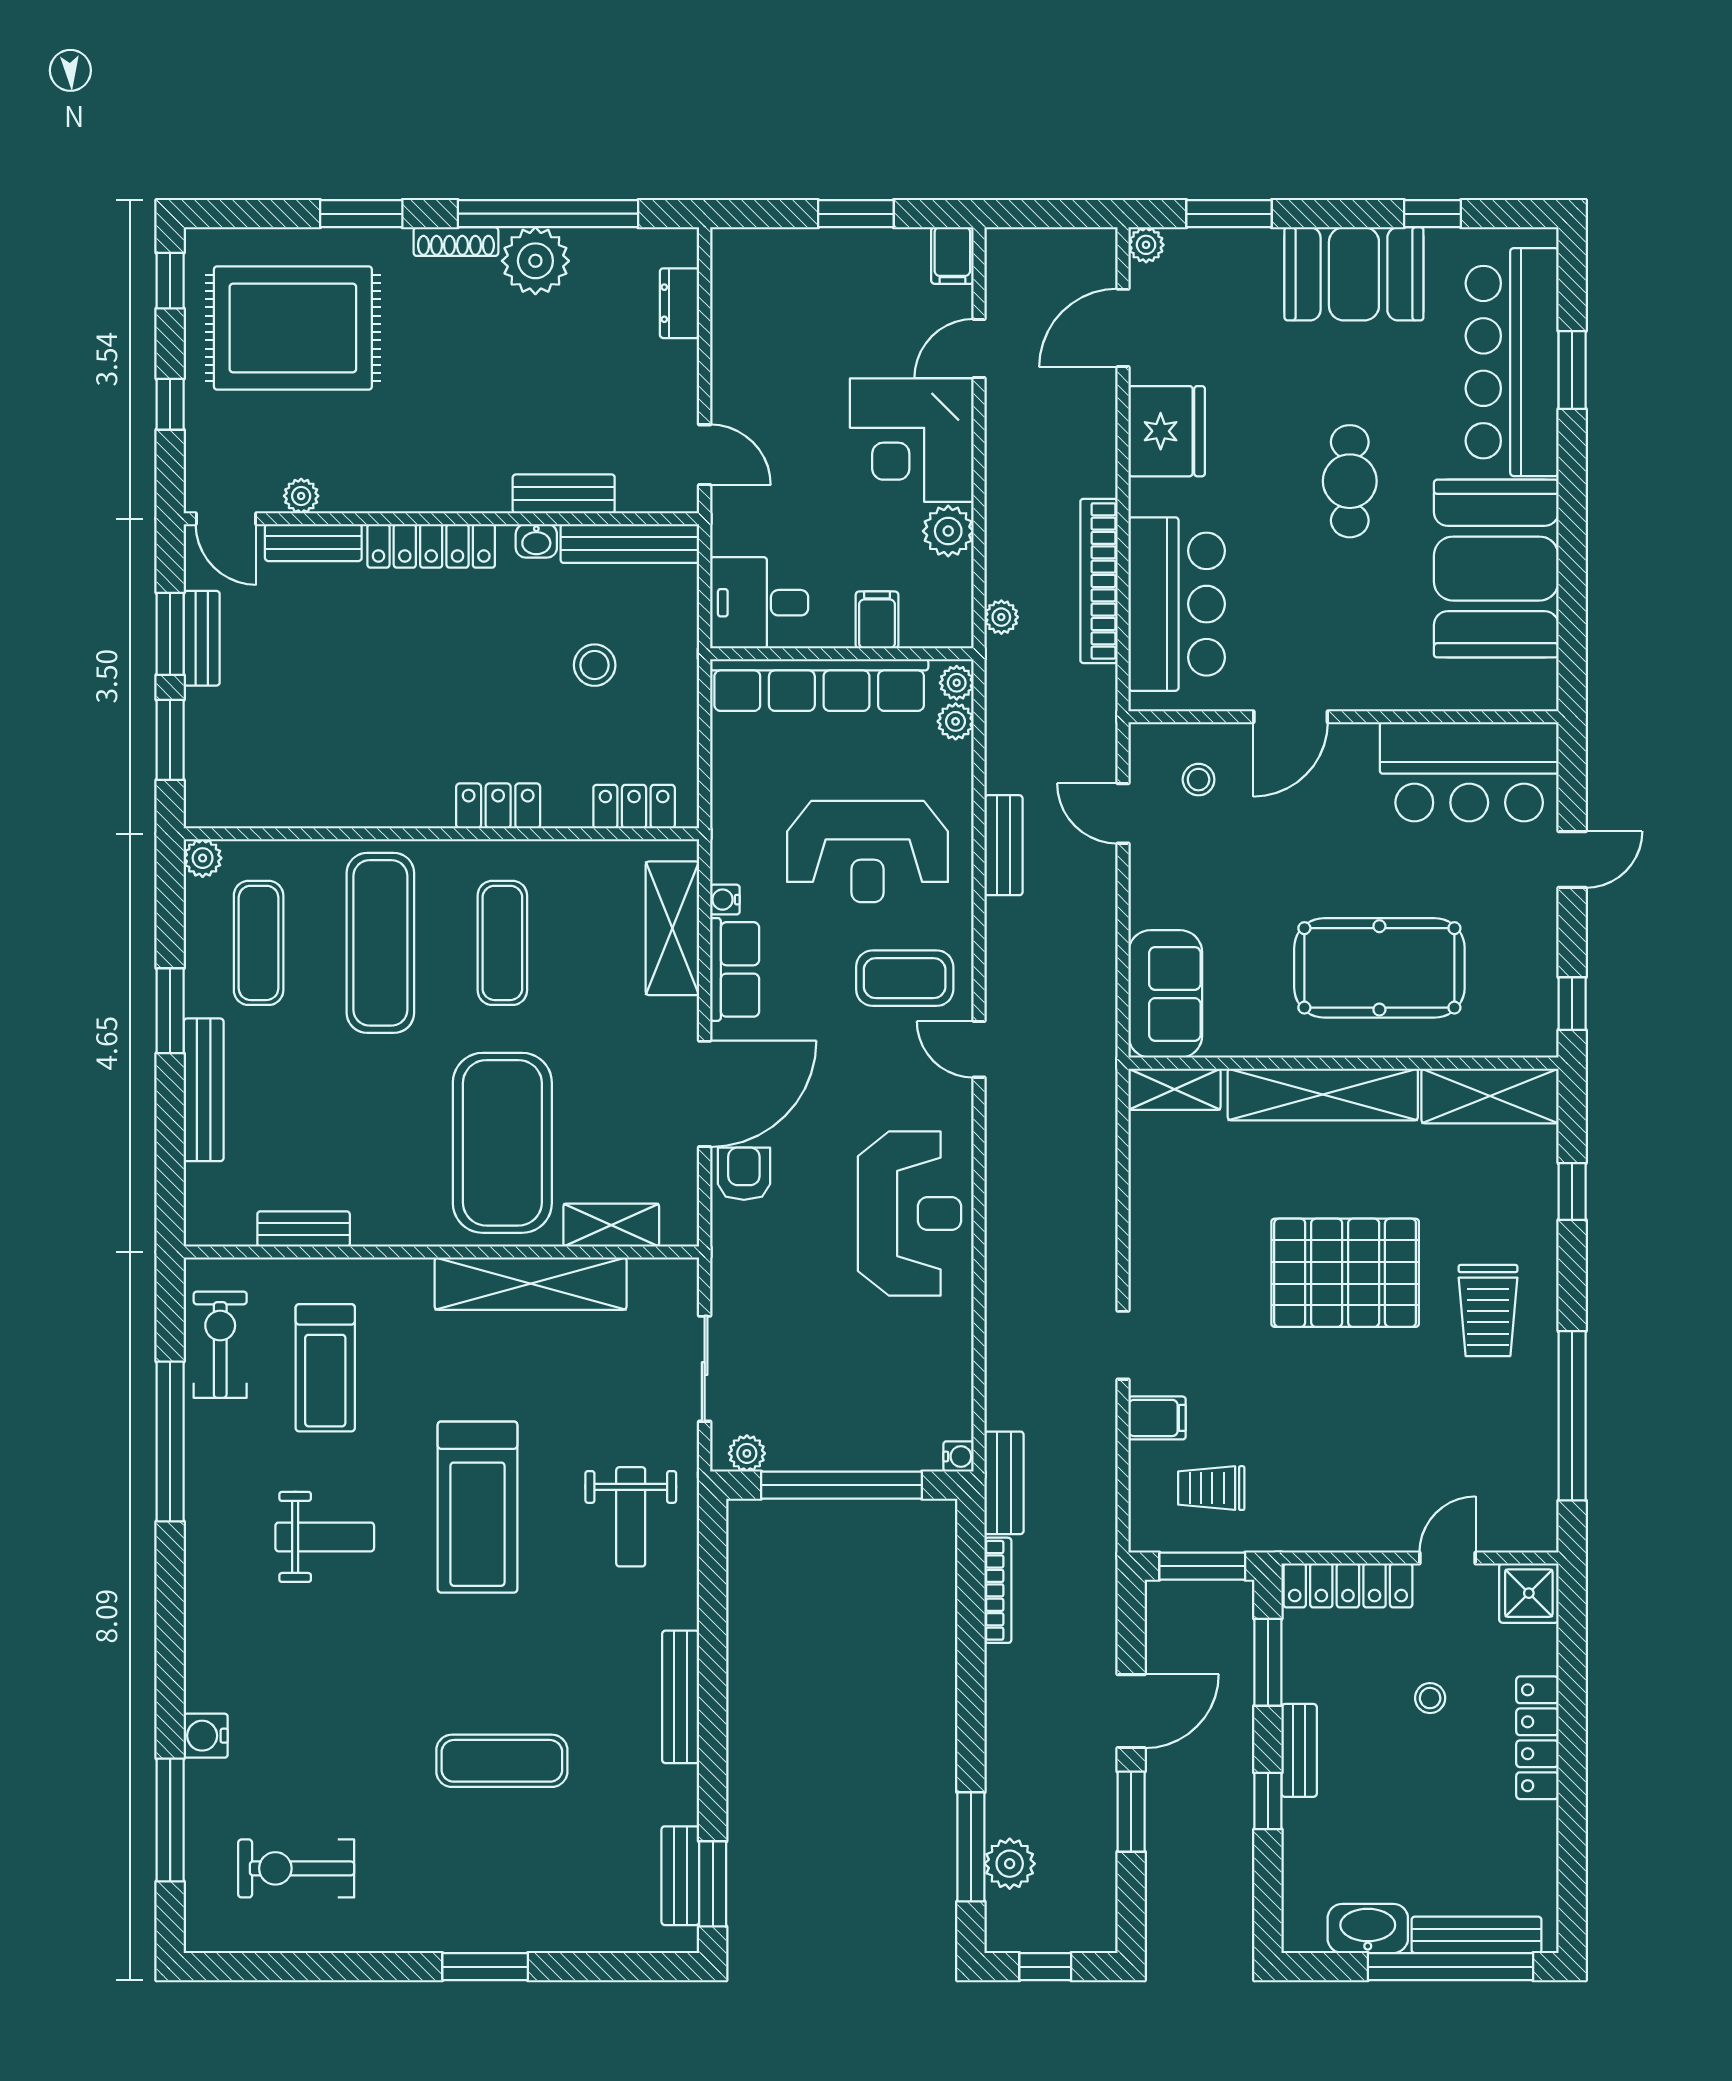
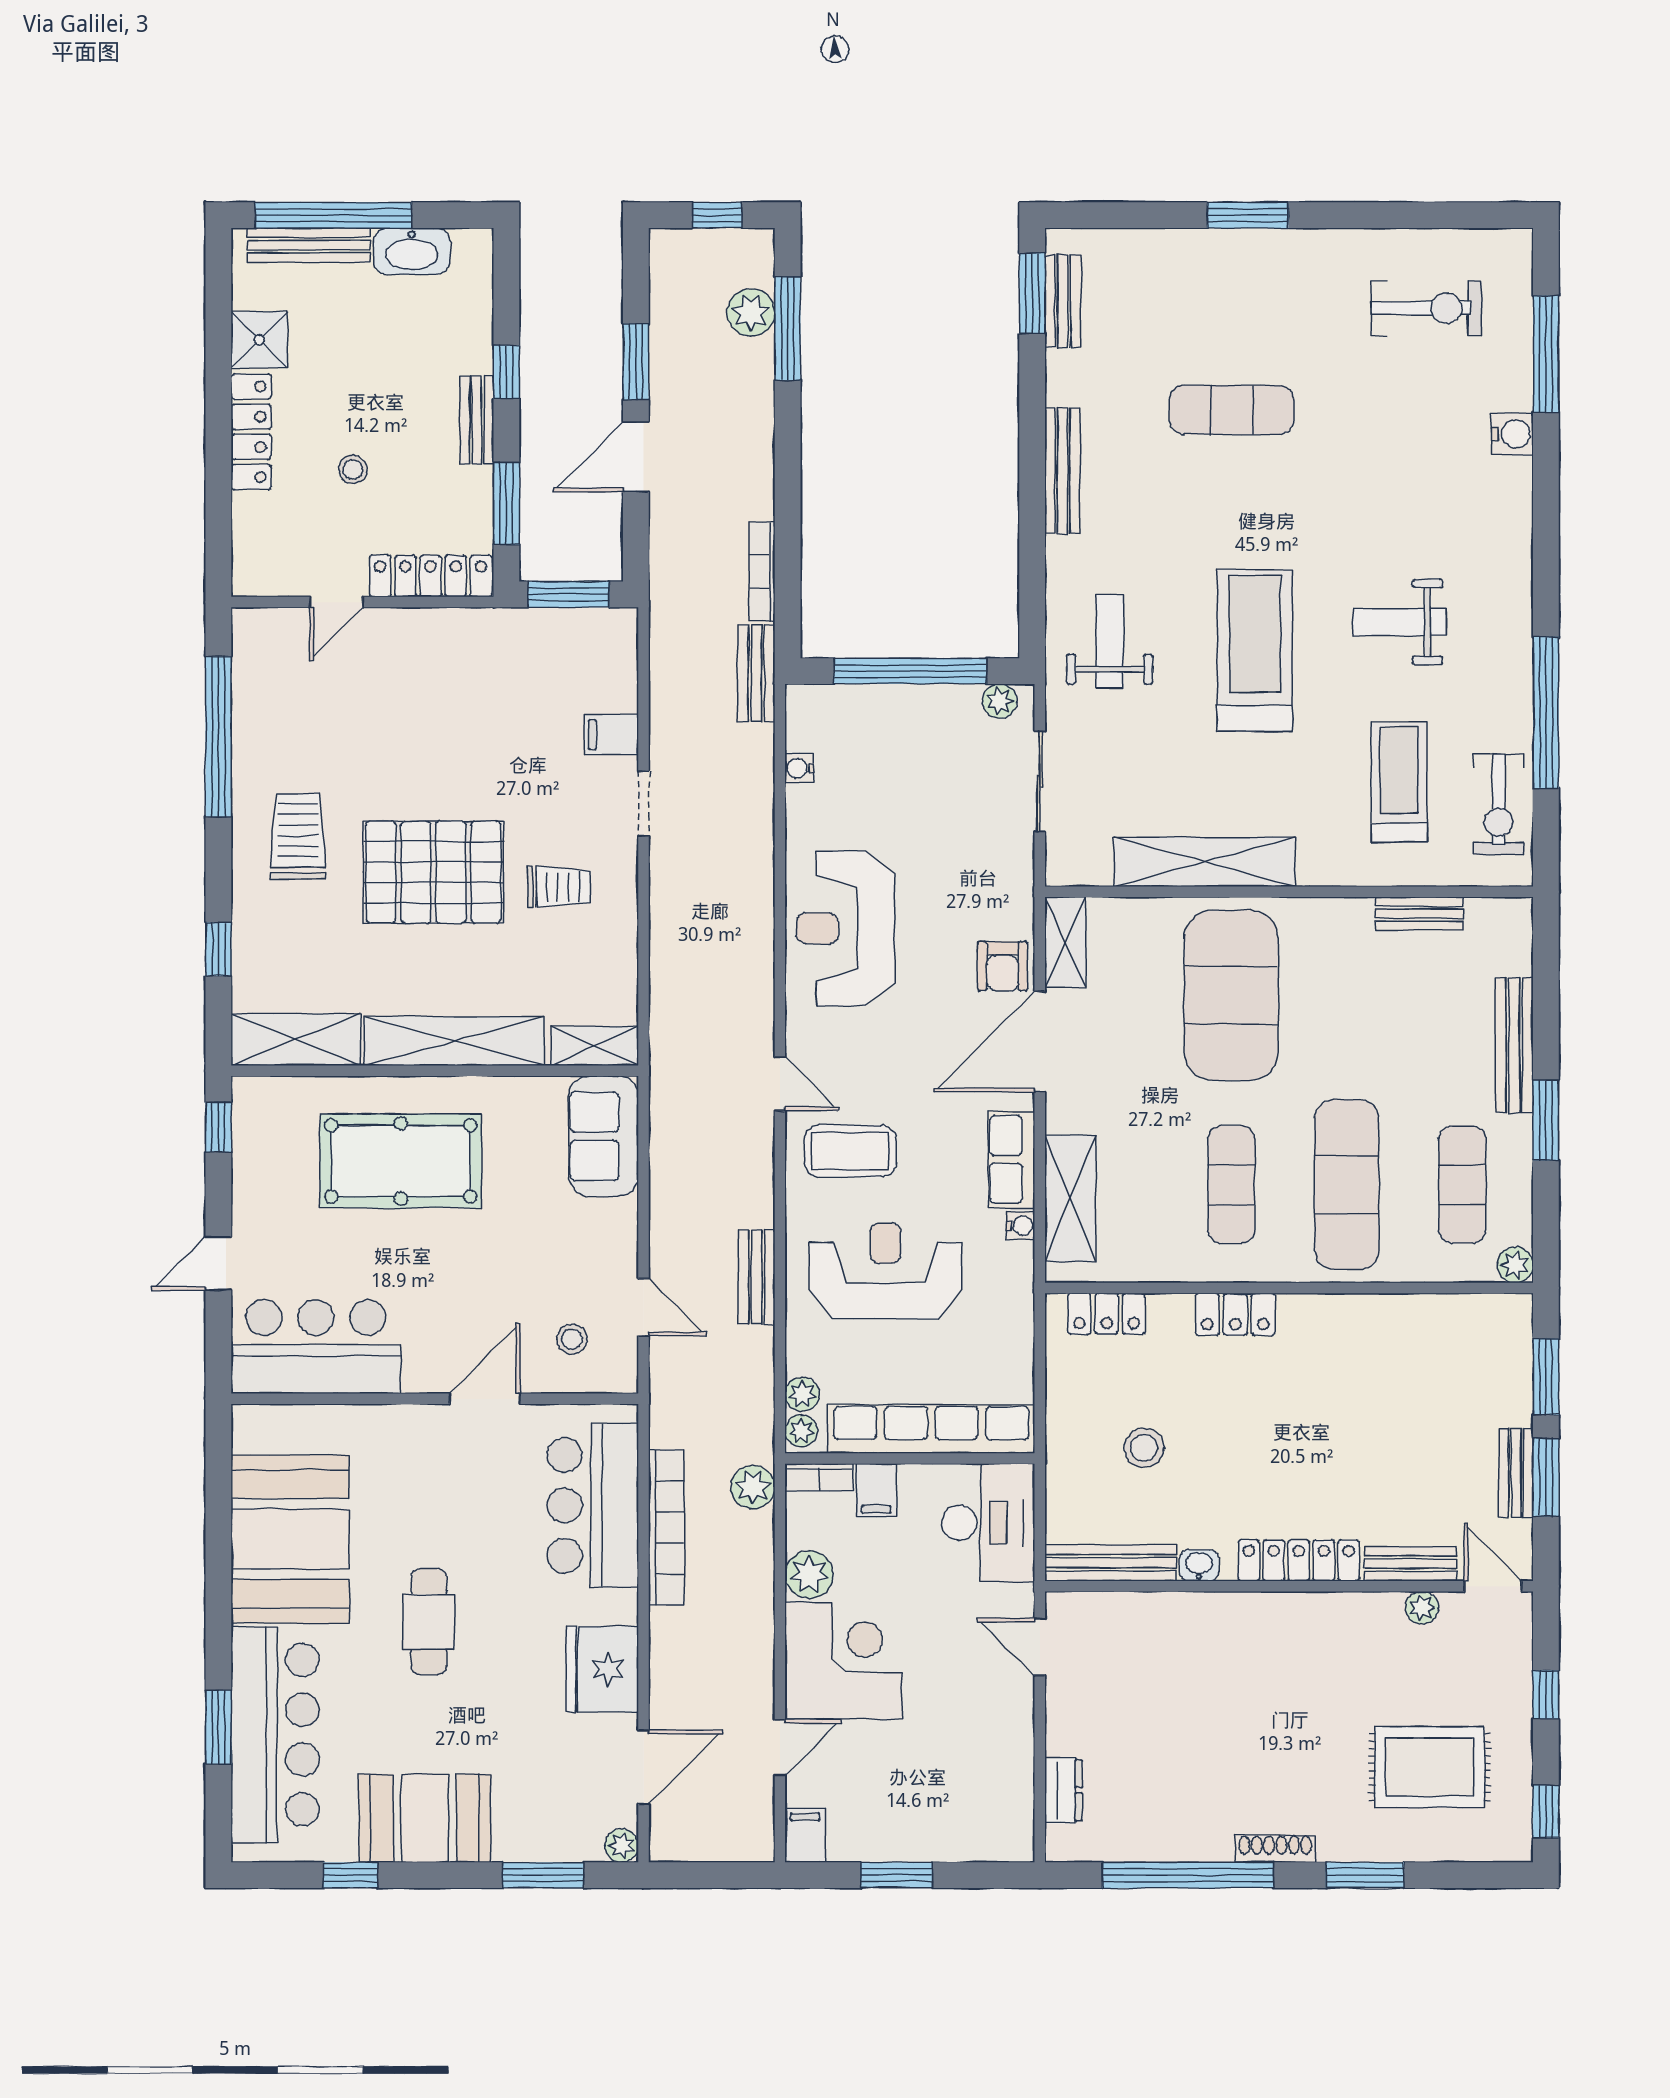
plant: (535, 261) -> (1200, 1831), removed
rug: (293, 328) -> (1430, 1767), width x0.73, depth x0.69
bench: (564, 494) -> (1173, 1610), removed
desk: (759, 603) -> (988, 1523), width x1.37
plant: (1001, 617) -> (753, 1487), width x1.38, depth x1.38
bookcase: (938, 634) -> (819, 1477), added
shelving: (611, 1225) -> (1065, 942), moved, turned 90
water cooler: (958, 1456) -> (799, 768), moved
trolley: (1211, 1488) -> (559, 887), moved
shower: (1529, 1593) -> (259, 340), moved

